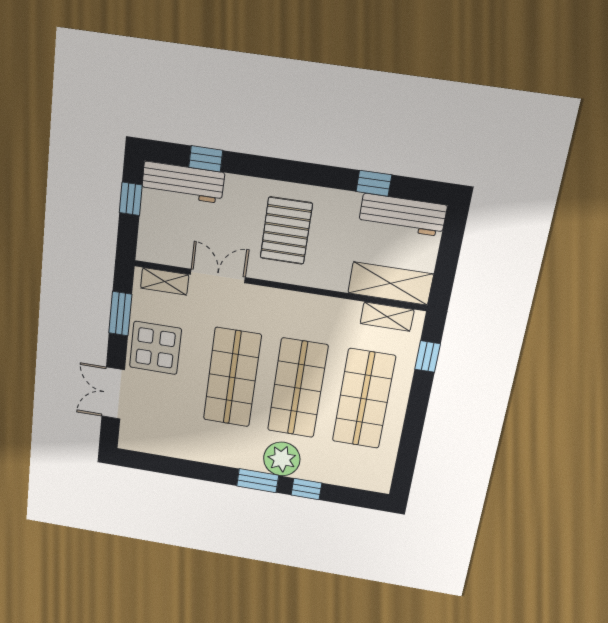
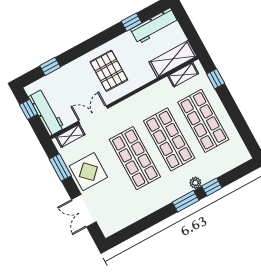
workbench: (183, 182) -> (46, 112), moved, turned -90
plant: (282, 459) -> (195, 183), width x0.53, depth x0.53

